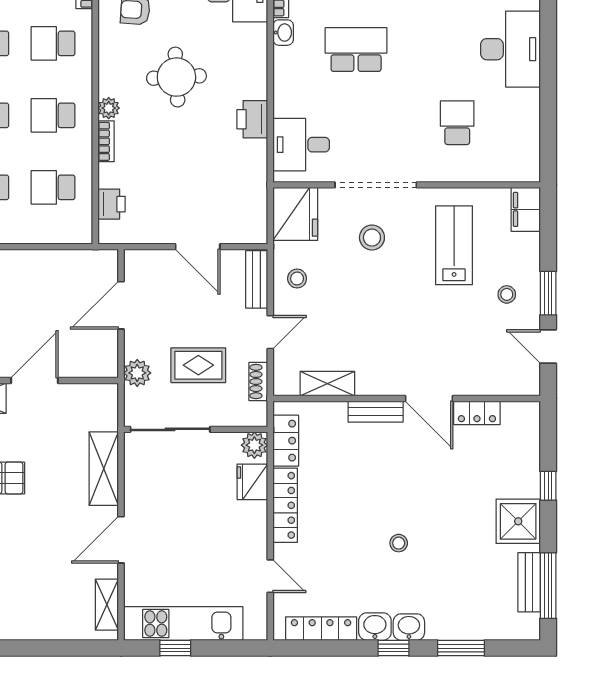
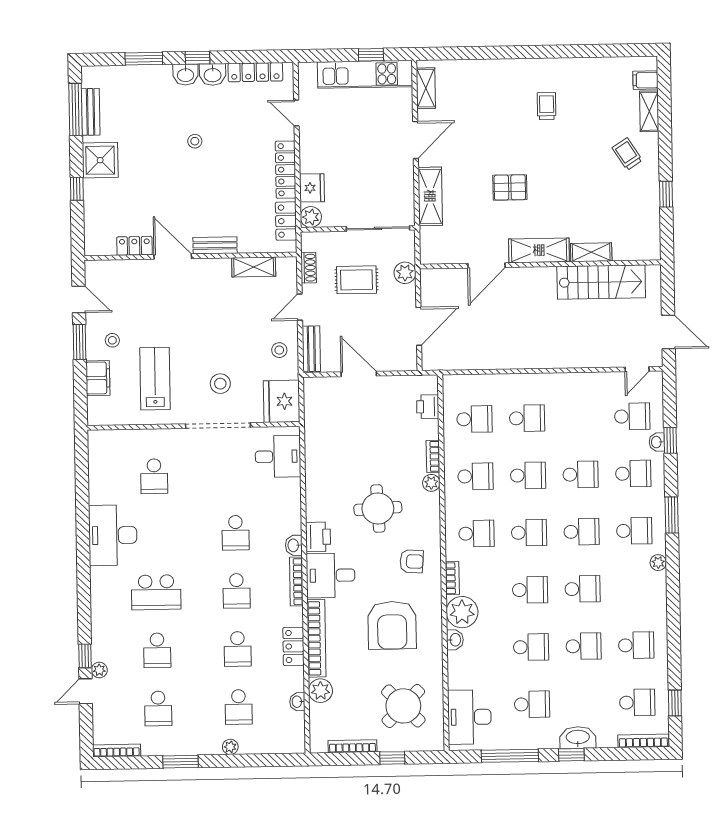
school desk: (356, 50) -> (236, 533), width x0.54
printer: (252, 119) -> (318, 537), moved
filing cabinet: (526, 209) -> (98, 378), moved
lab bench: (454, 245) -> (155, 379), turned 180

